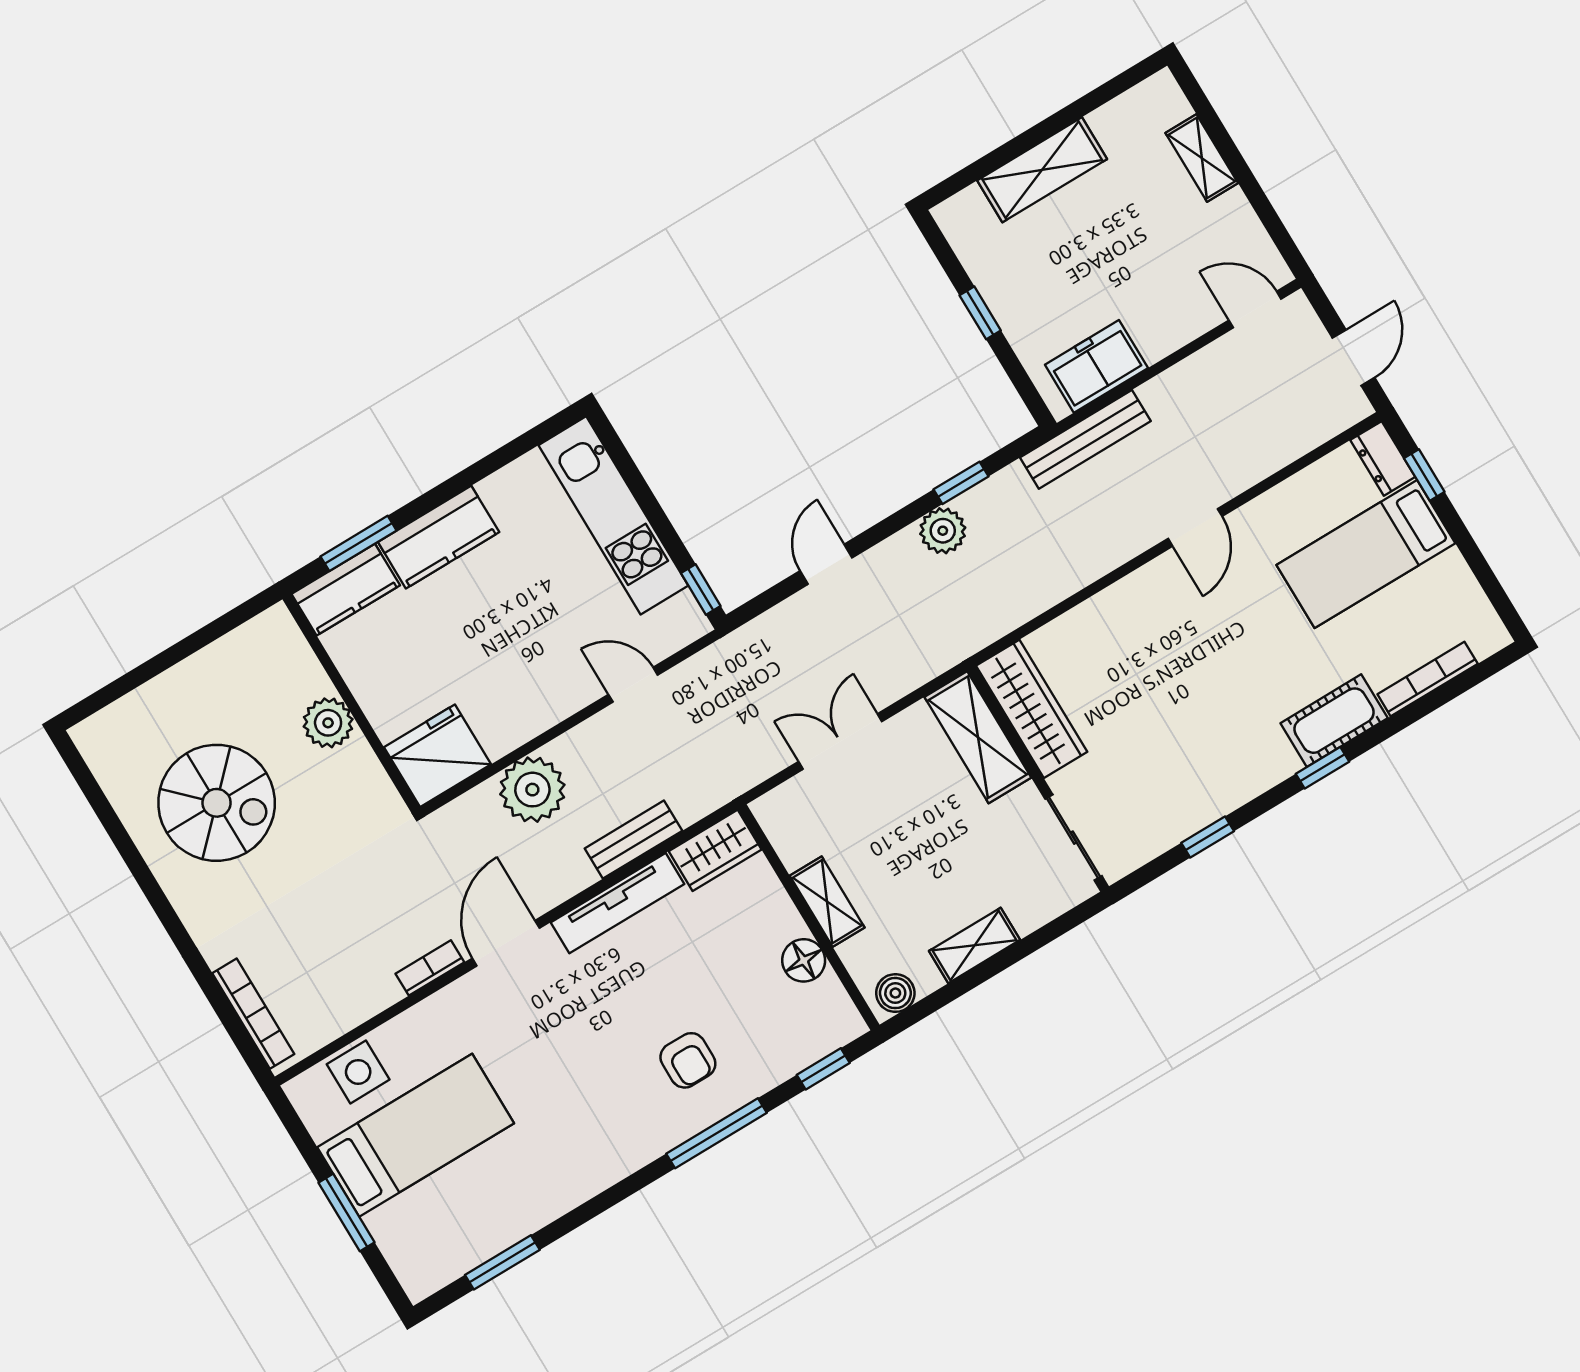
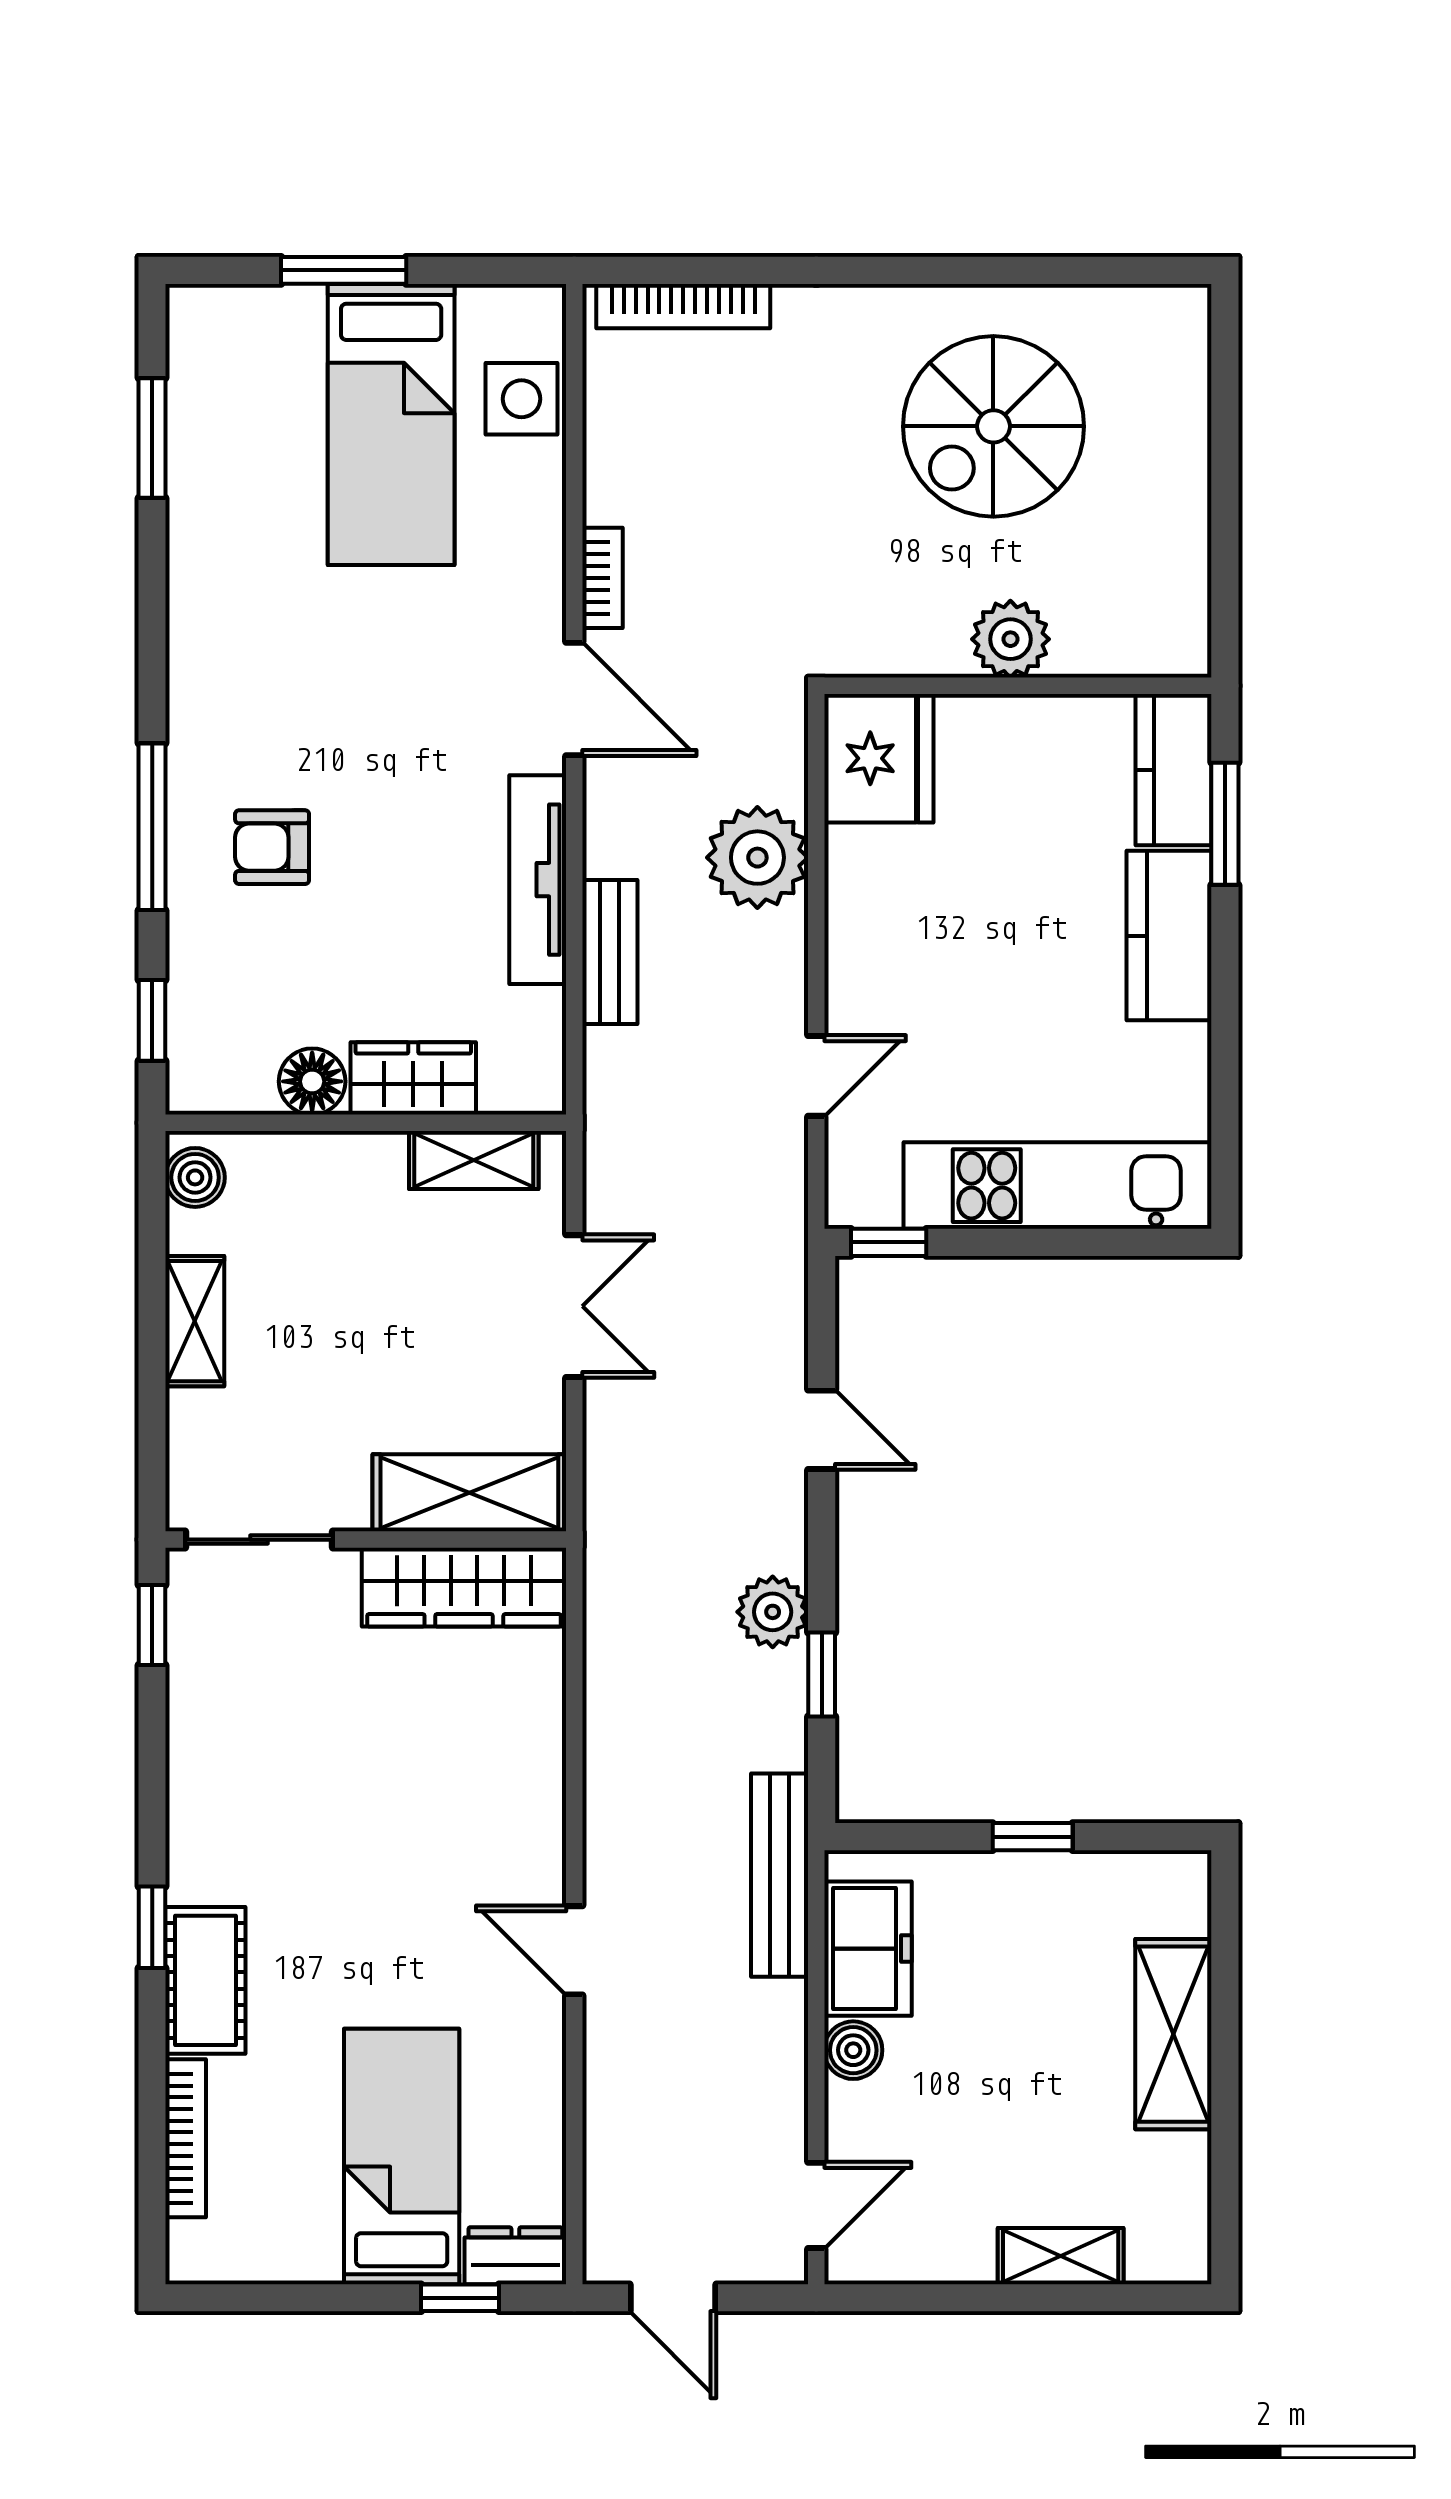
boiler: (1157, 341) -> (853, 2050), added
window: (1208, 837) -> (152, 1625), moved
wardrobe: (715, 850) -> (413, 1078), moved, turned 90
shelving: (827, 902) -> (474, 1160), moved

